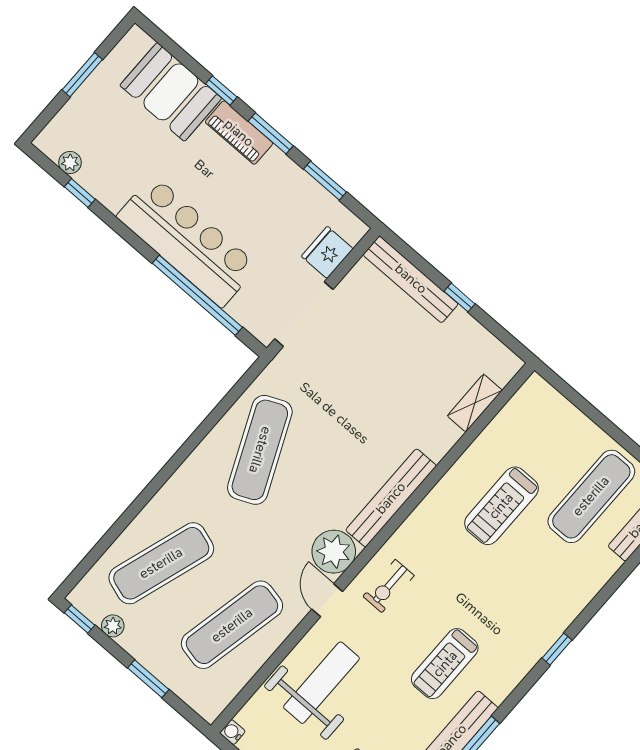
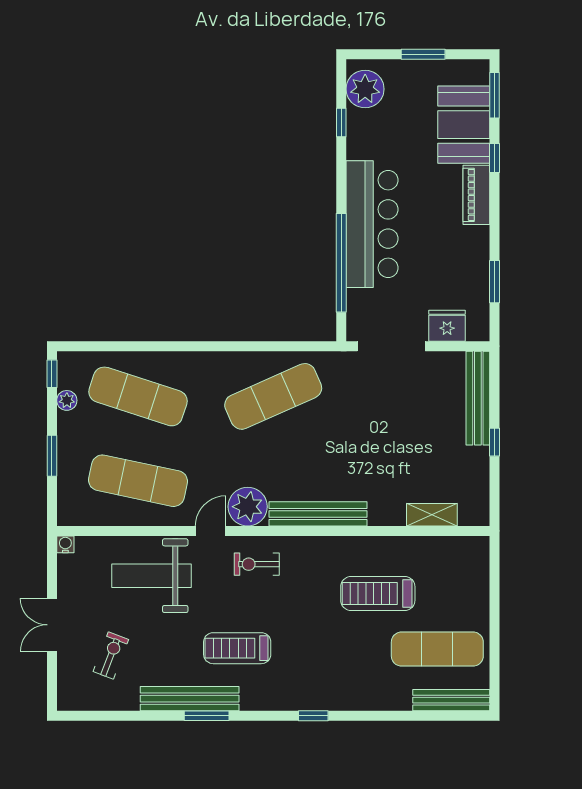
window: (271, 133) -> (494, 95), moved
plant: (70, 163) -> (365, 89), width x1.87, depth x1.87
weight bench: (321, 683) -> (151, 576), turned 180

